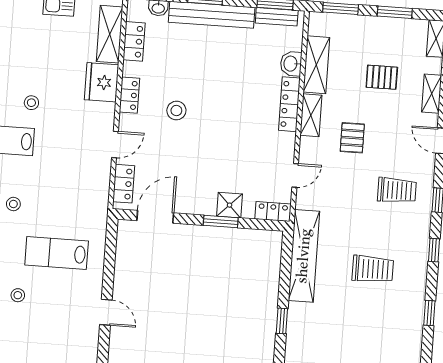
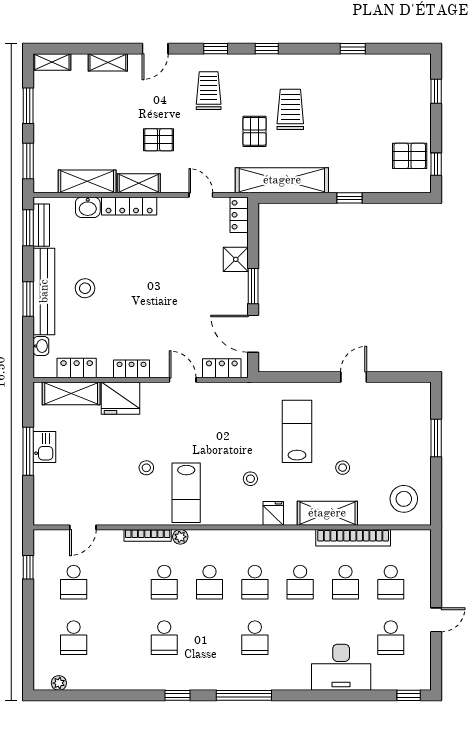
pallet: (382, 77) -> (255, 131), moved
stool: (176, 110) -> (85, 288), moved
window: (221, 222) -> (253, 286), moved
lab bench: (57, 253) -> (297, 431), turned 180
window: (429, 313) -> (353, 49), moved

